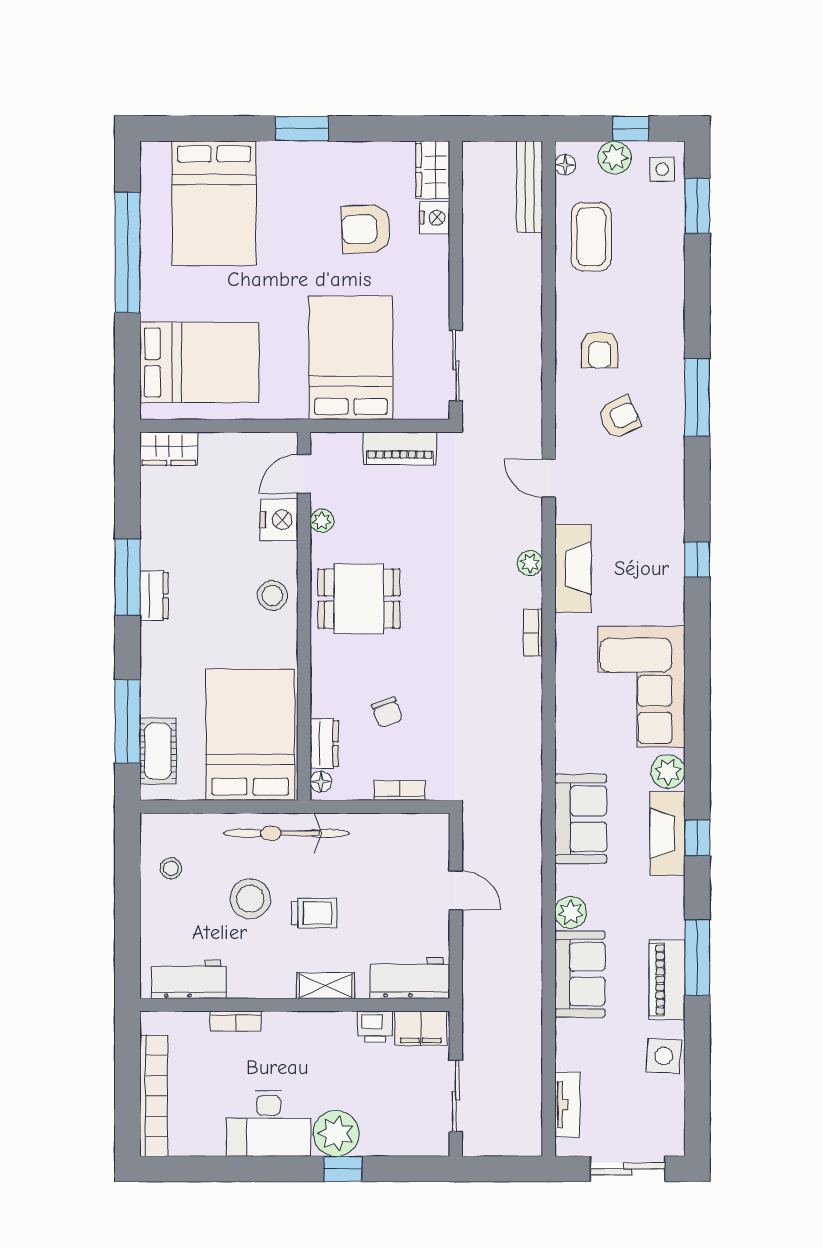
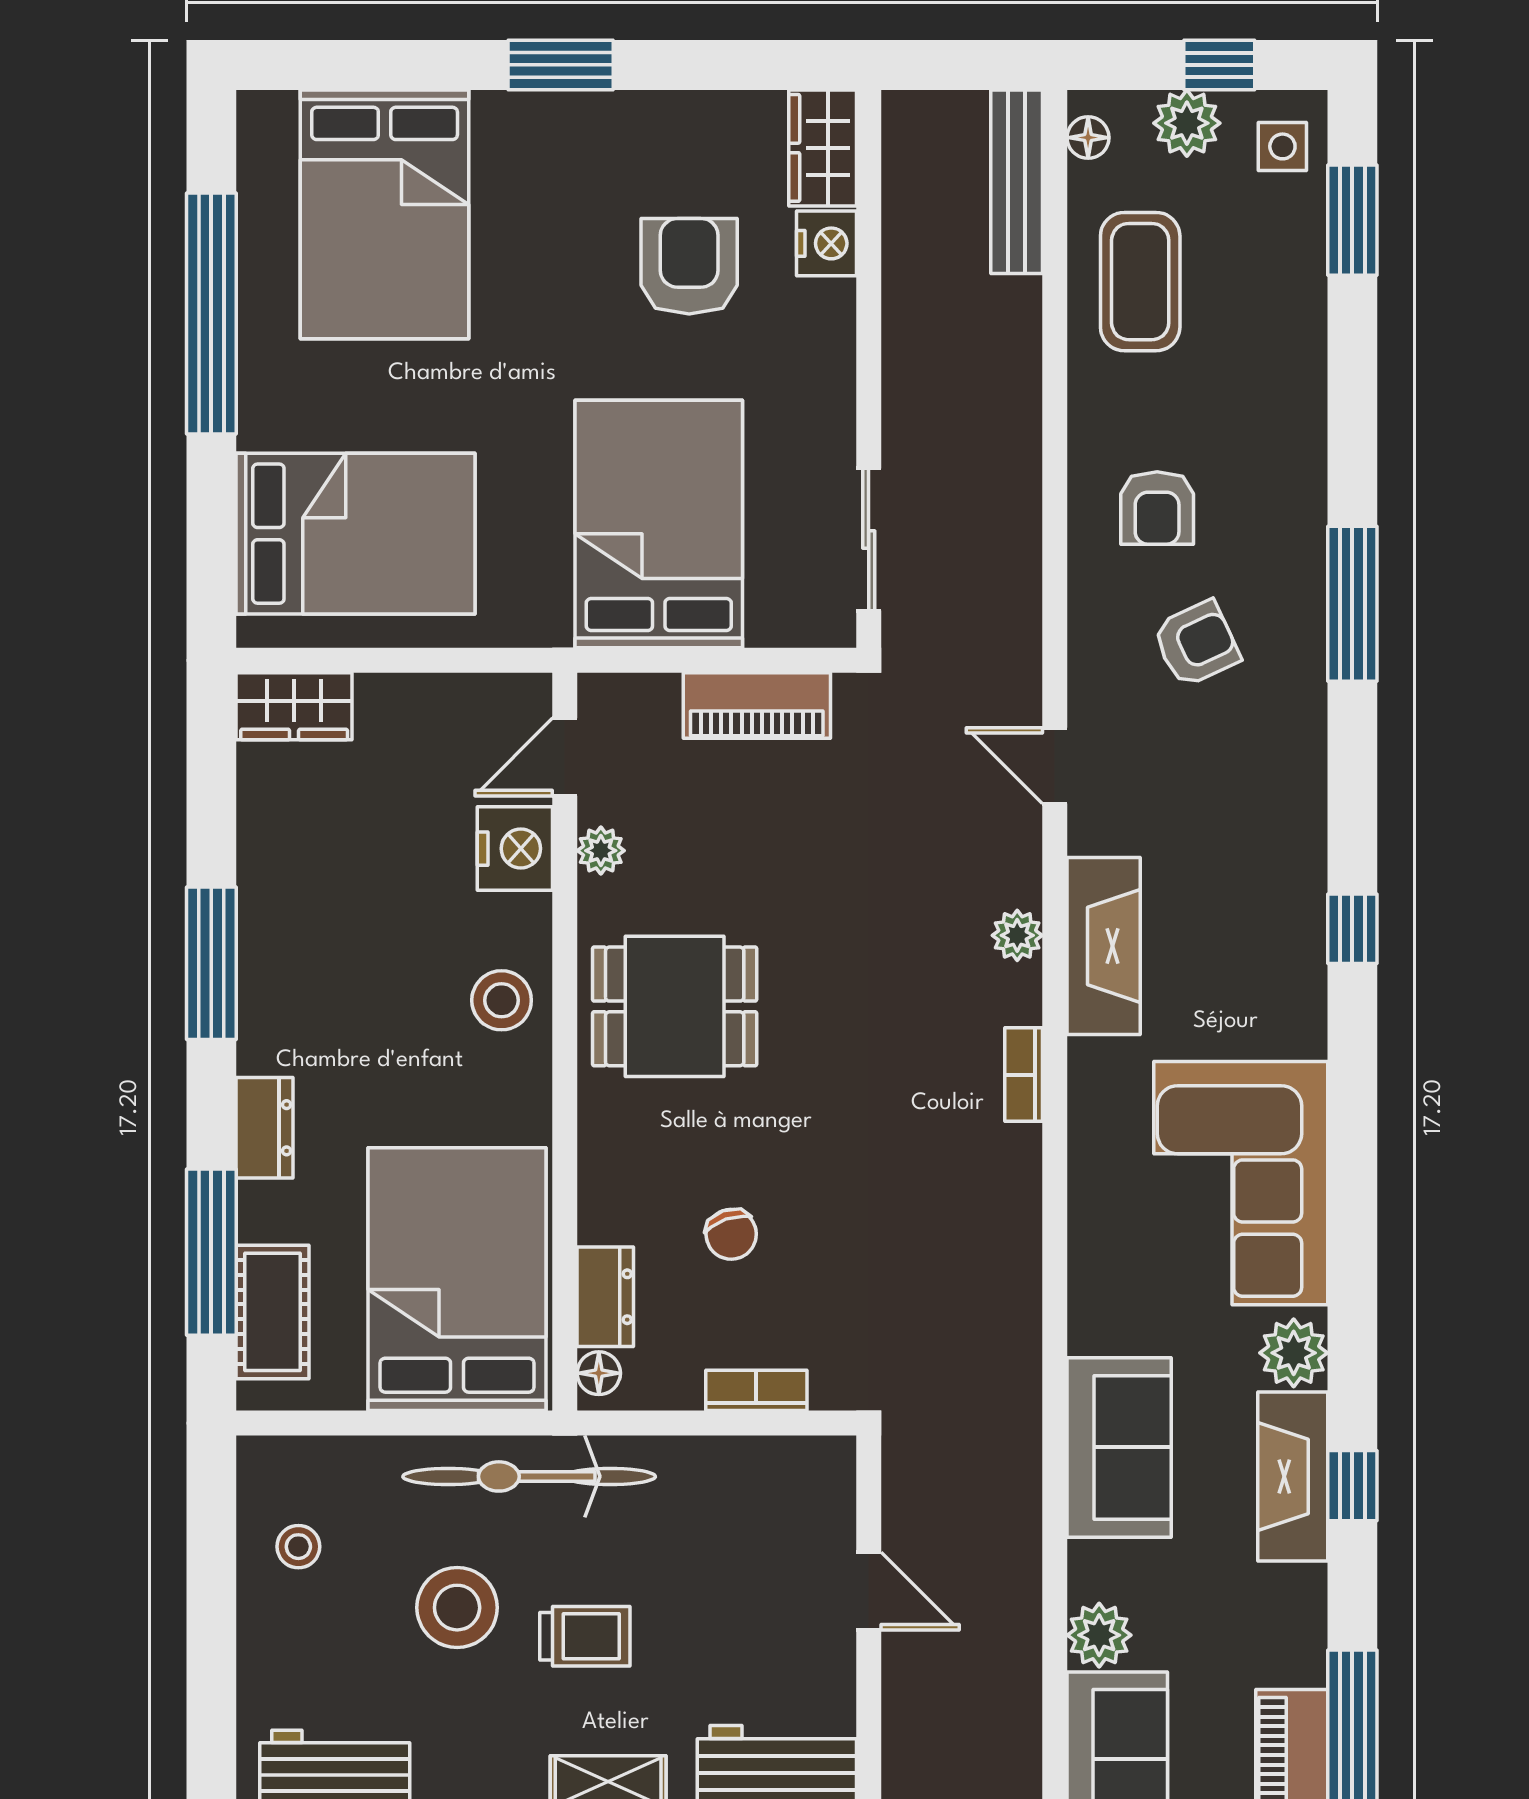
armchair: (366, 229) -> (689, 266), turned 92
dresser: (154, 596) -> (264, 1128), moved

